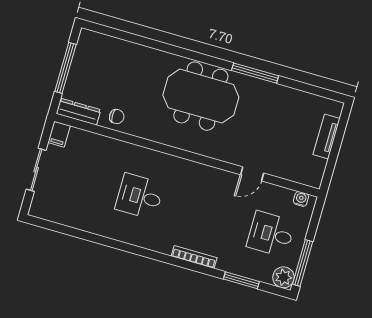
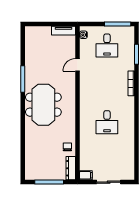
tv unit: (327, 136) -> (63, 31), moved
door: (252, 174) -> (77, 65), swing flipped
plant: (283, 277) -> (128, 32), removed

